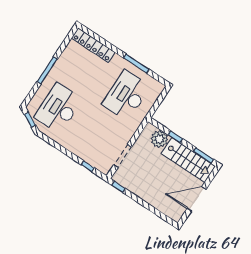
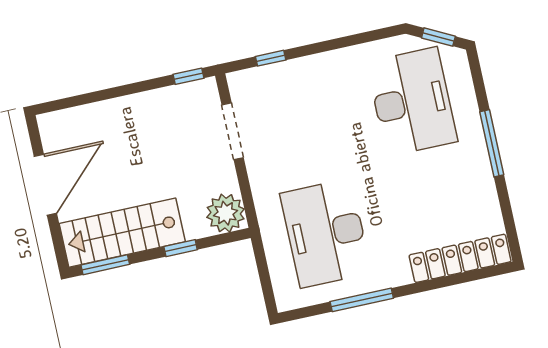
desk: (126, 95) -> (326, 233), turned 180
plant: (159, 139) -> (226, 213), moved

